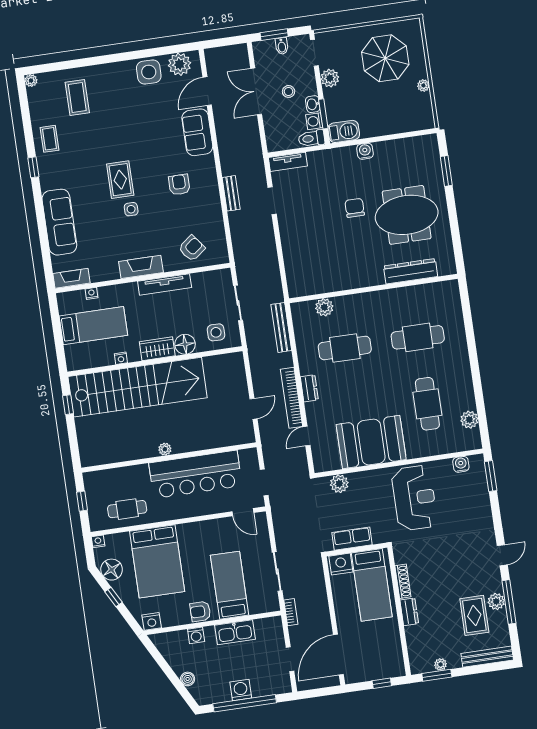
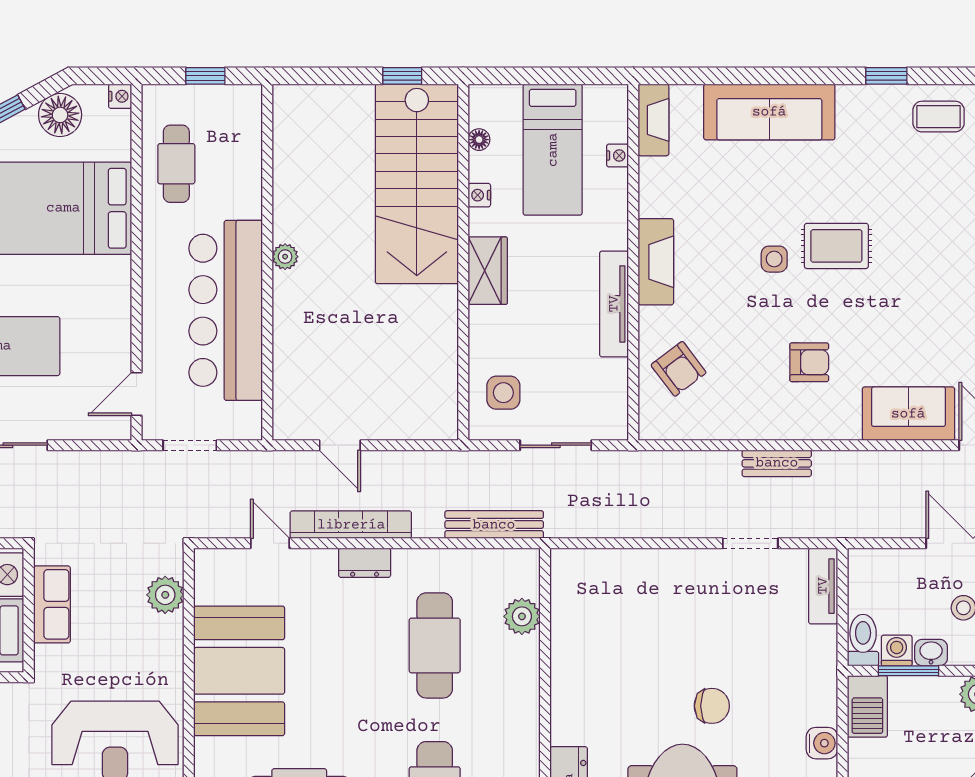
floor lamp: (185, 344) -> (479, 140), moved, width x0.53, depth x0.53
stairs: (138, 387) -> (417, 184), width x0.73

